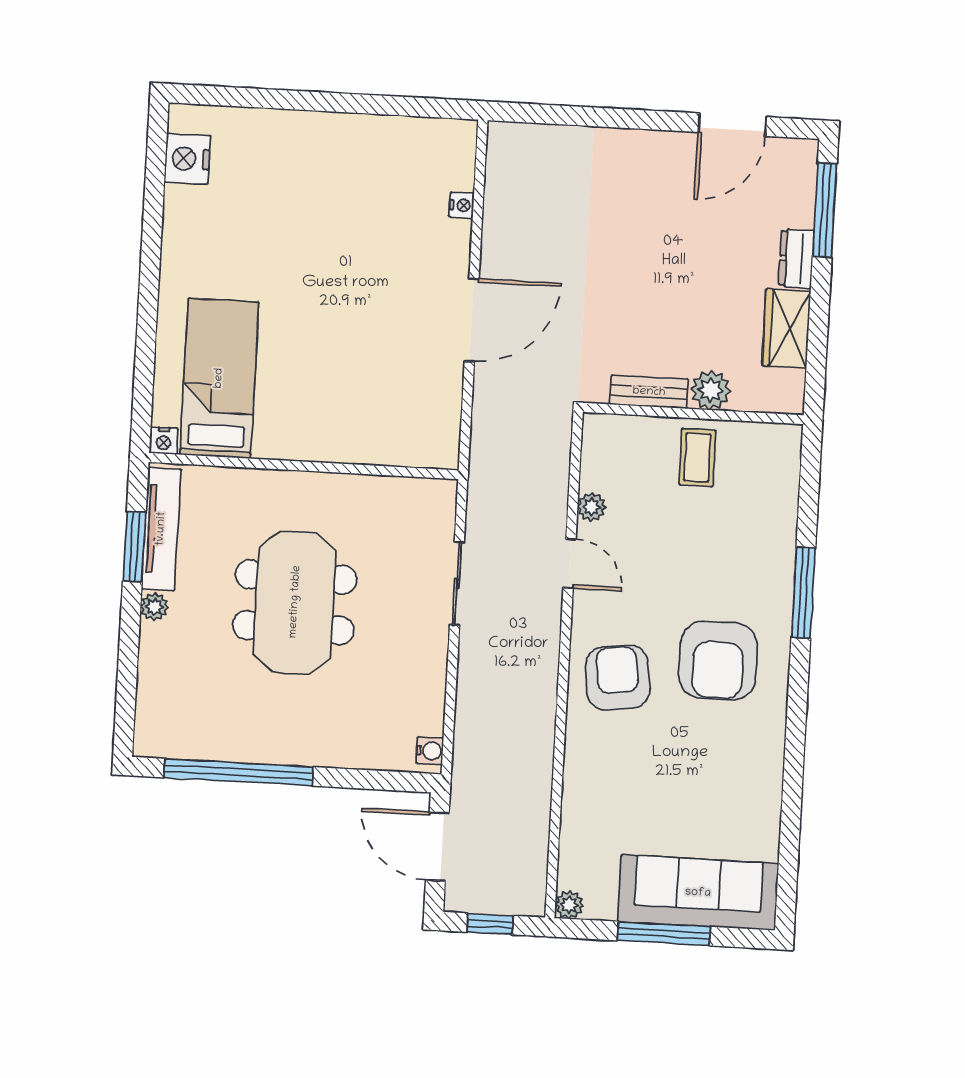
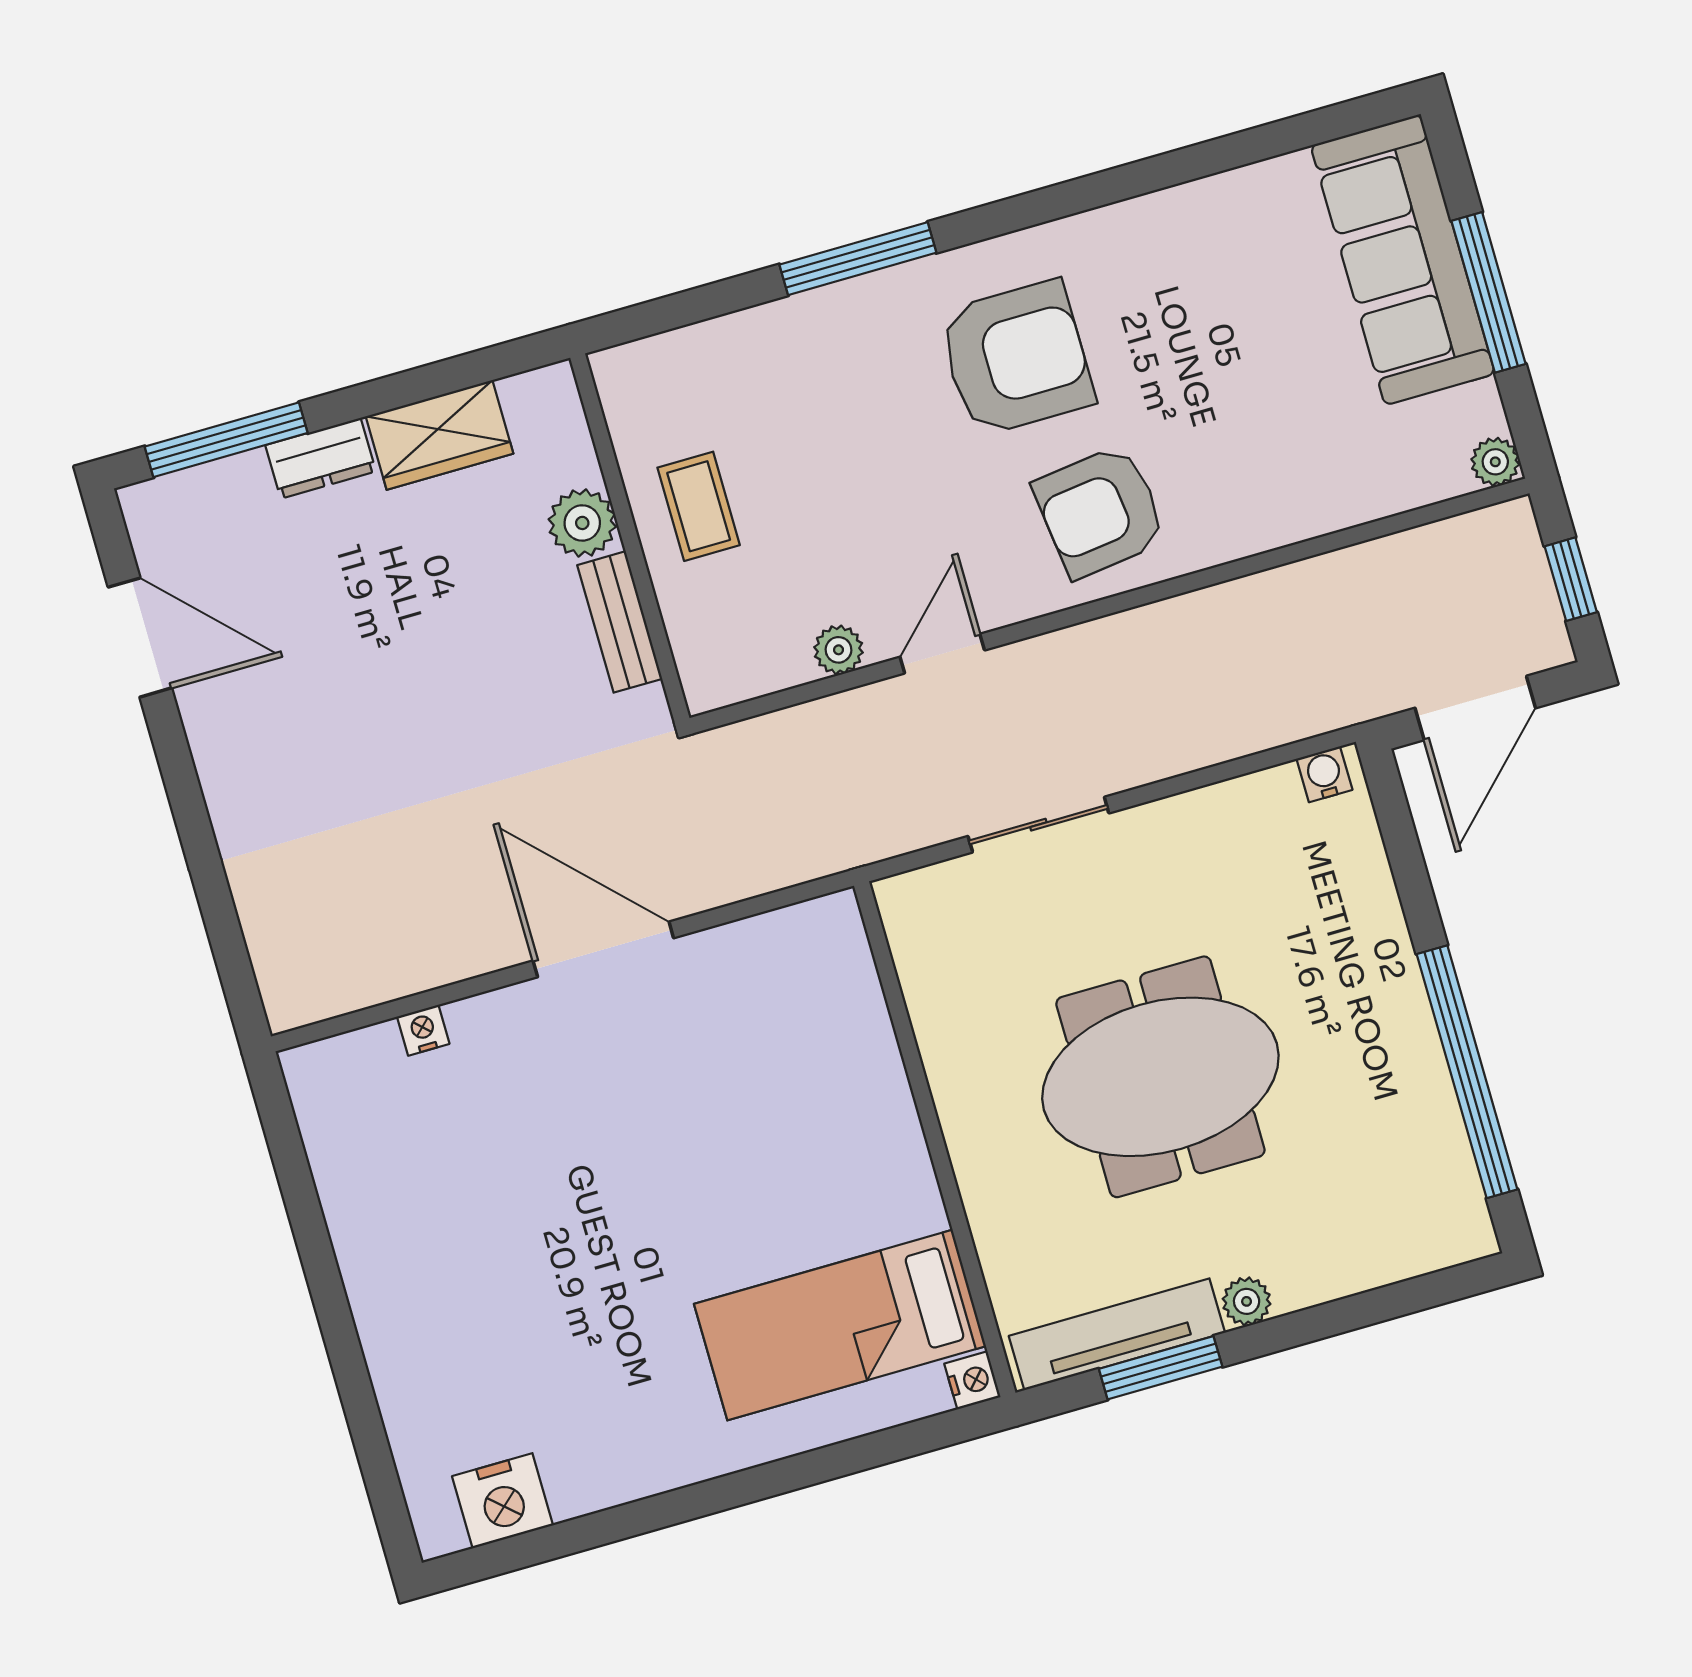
coffee table: (697, 457) -> (699, 506), turned 90

